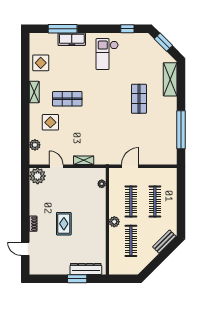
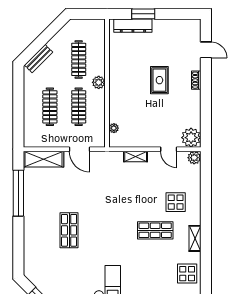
shelving: (170, 79) -> (44, 159), moved, turned 90
plant: (35, 145) -> (194, 158), moved
door: (130, 166) -> (79, 149), hinge flipped

